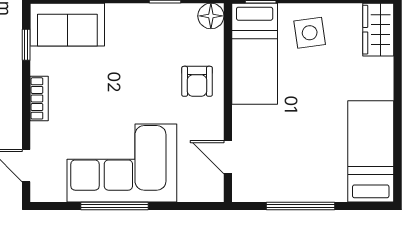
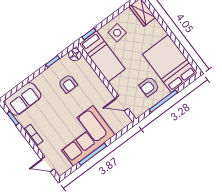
armchair: (197, 81) -> (68, 84), moved
bed: (371, 151) -> (170, 64), width x1.50
armchair: (295, 164) -> (149, 87), added

